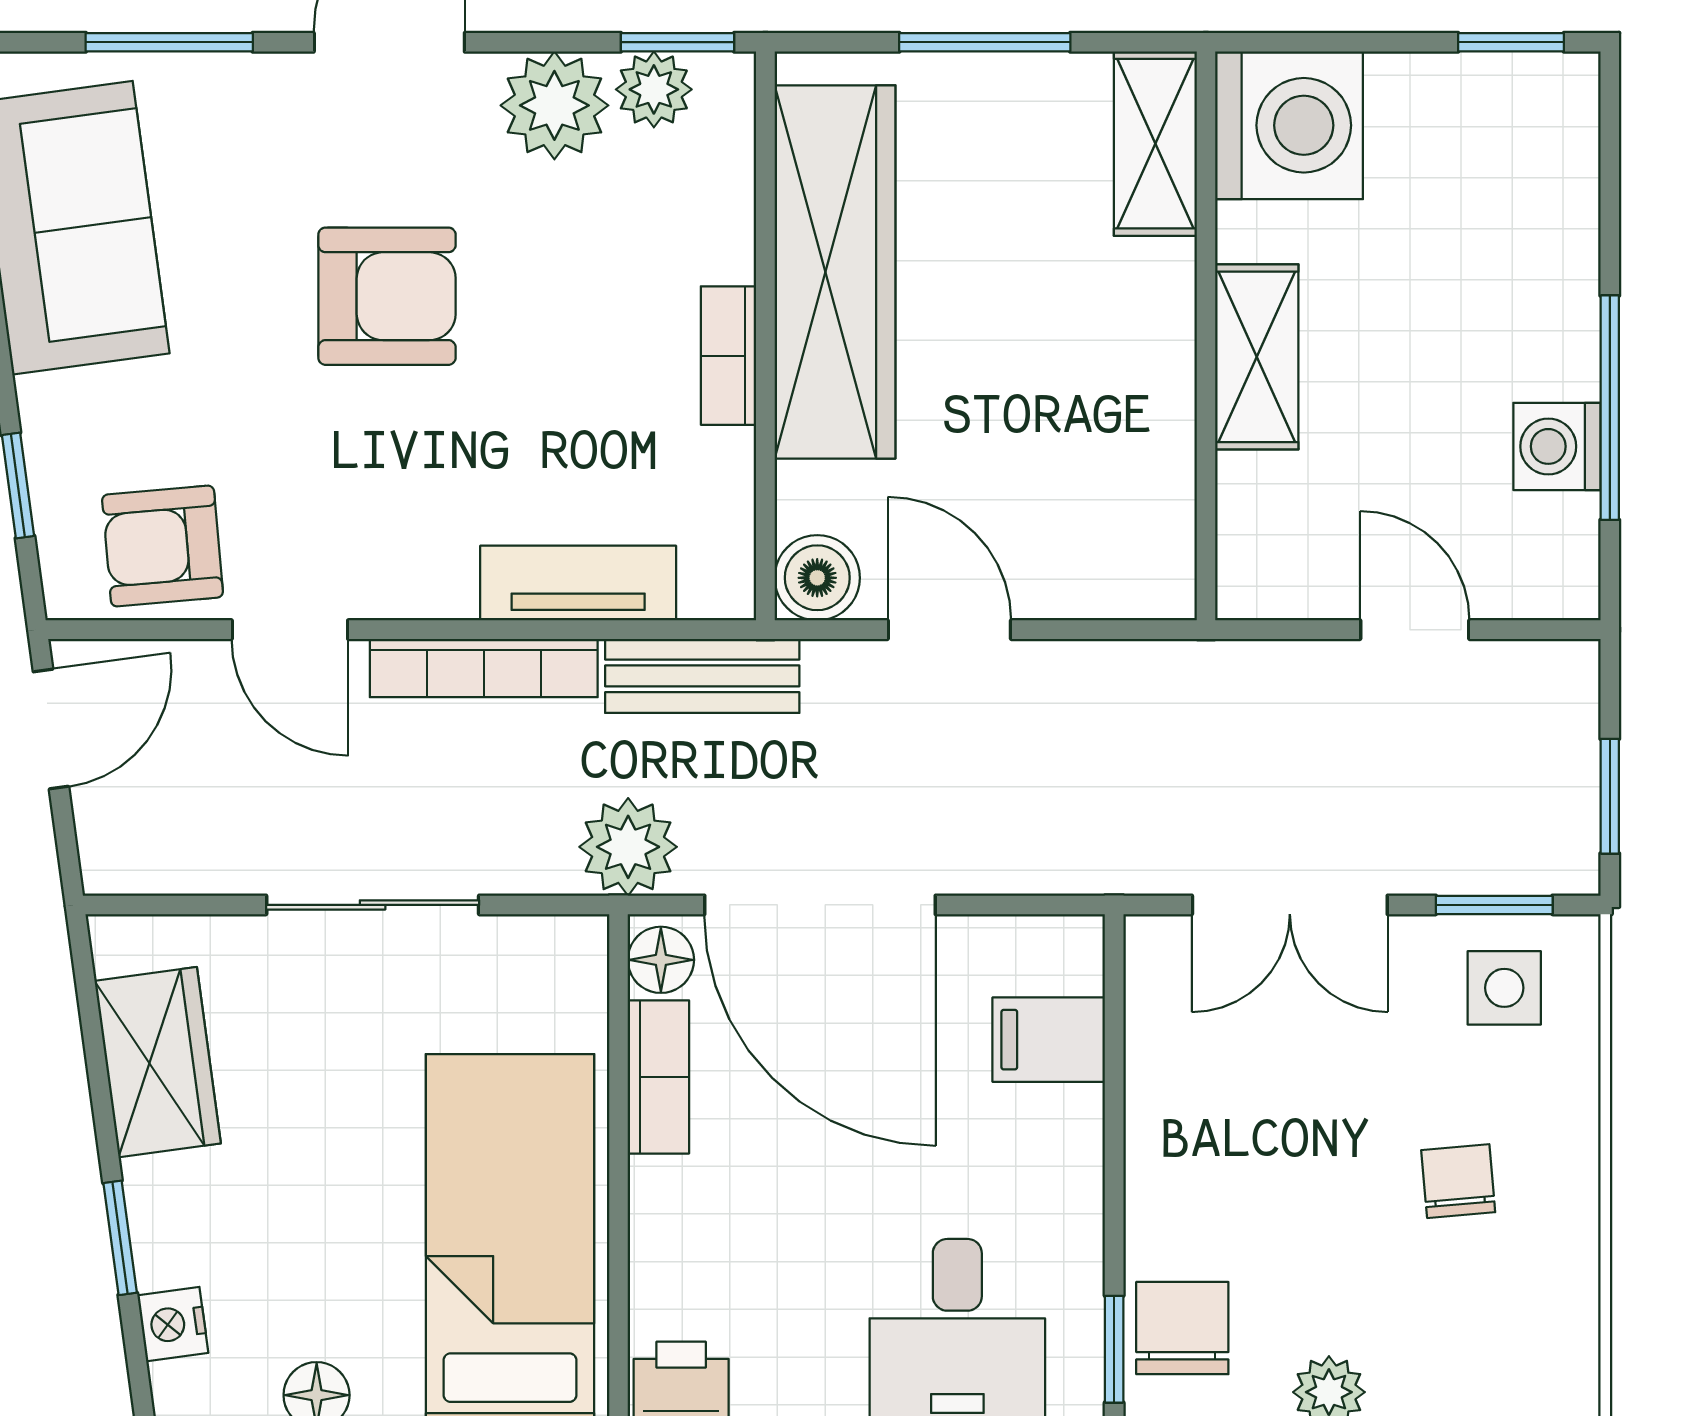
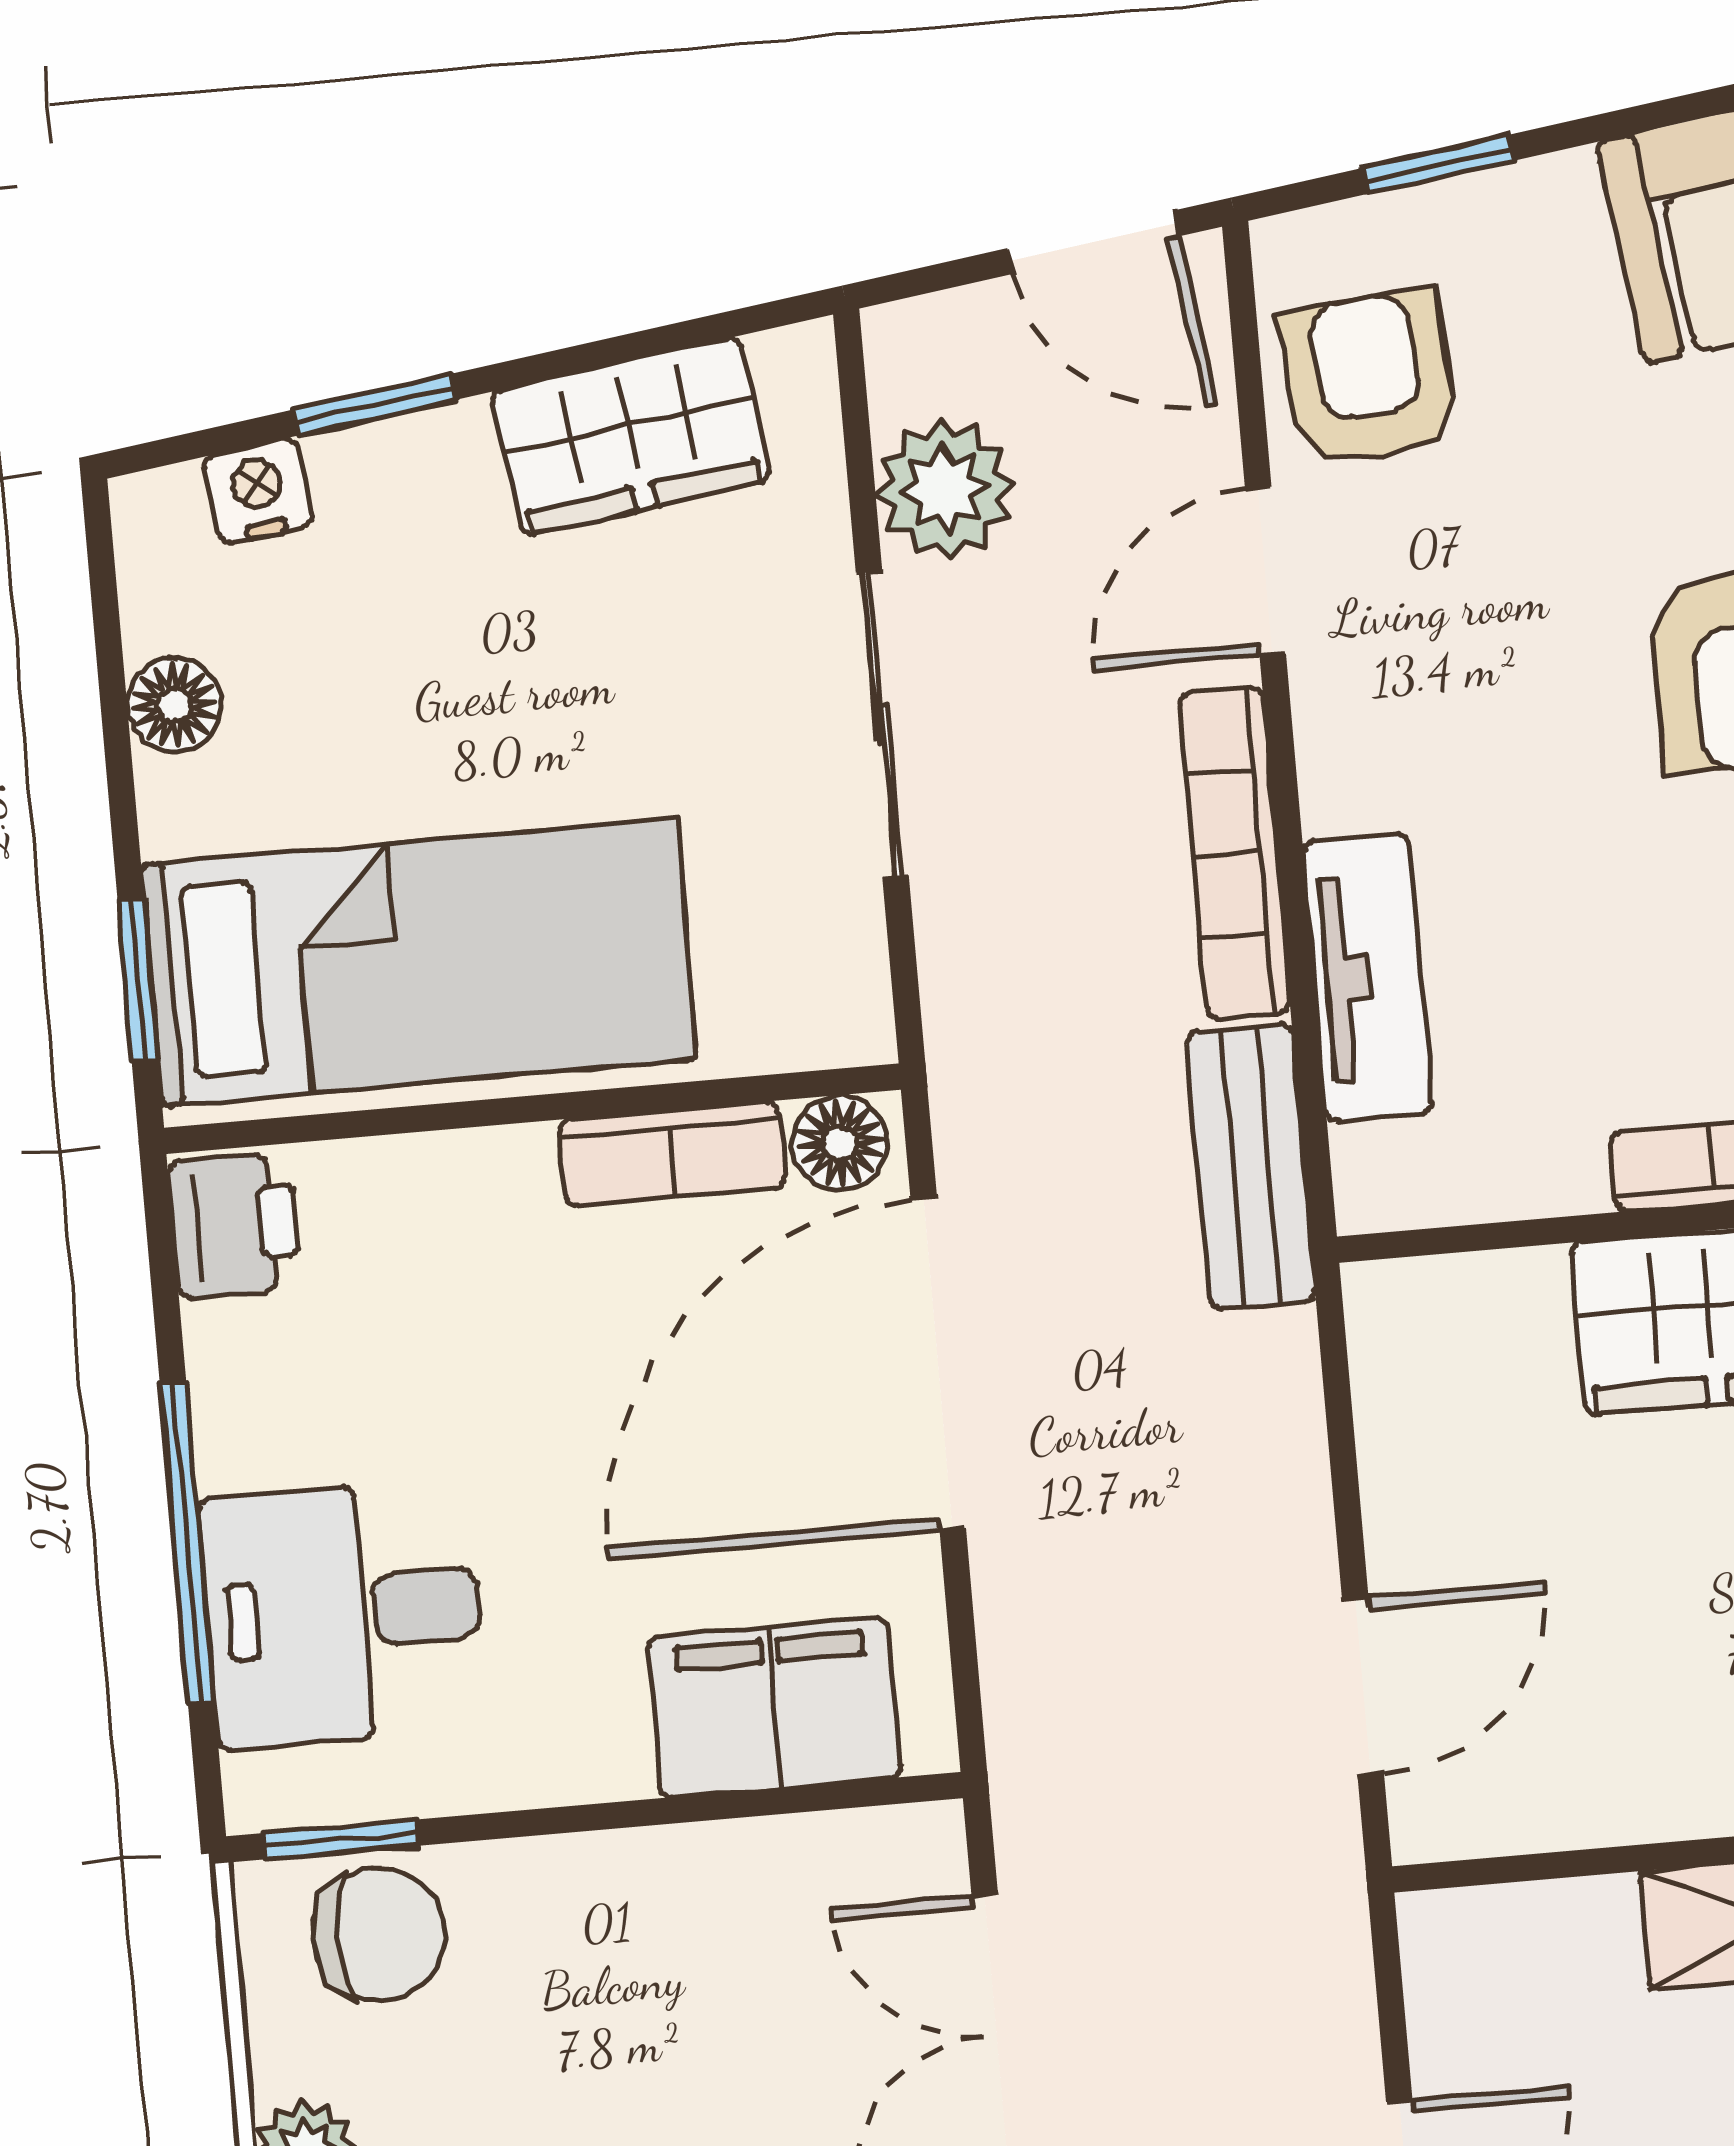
boiler: (817, 578) -> (1406, 1319), removed
door: (949, 630) -> (1363, 1687), moved
plant: (628, 847) -> (945, 489), moved
filing cabinet: (1049, 1040) -> (774, 1707), width x2.00

